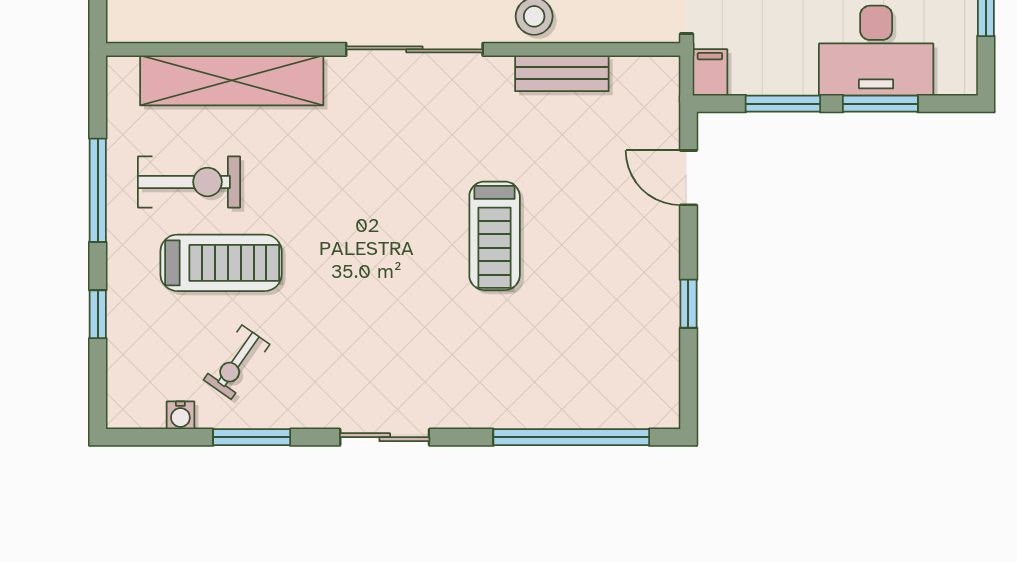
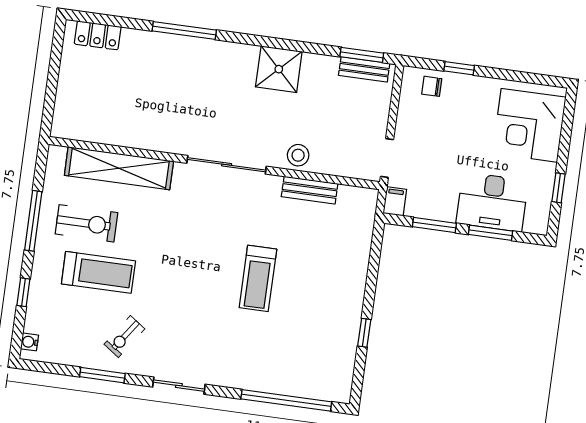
door: (688, 178) -> (374, 260), removed
exercise bike: (237, 362) -> (124, 337), moved
water cooler: (180, 415) -> (29, 342), moved, turned 90

